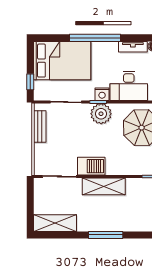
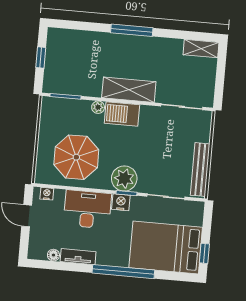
window: (30, 82) -> (204, 253), moved
bench: (40, 127) -> (200, 170), width x1.36
barbecue: (91, 166) -> (122, 114), moved
plant: (127, 170) -> (98, 107), added
shelving: (55, 223) -> (201, 49), width x0.67, depth x0.75

